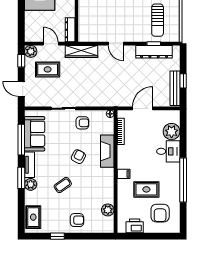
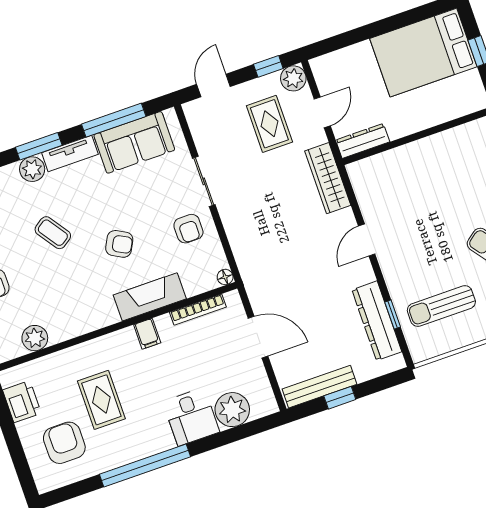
filing cabinet: (124, 174) -> (147, 334), moved
armchair: (160, 213) -> (64, 443), turned 90

